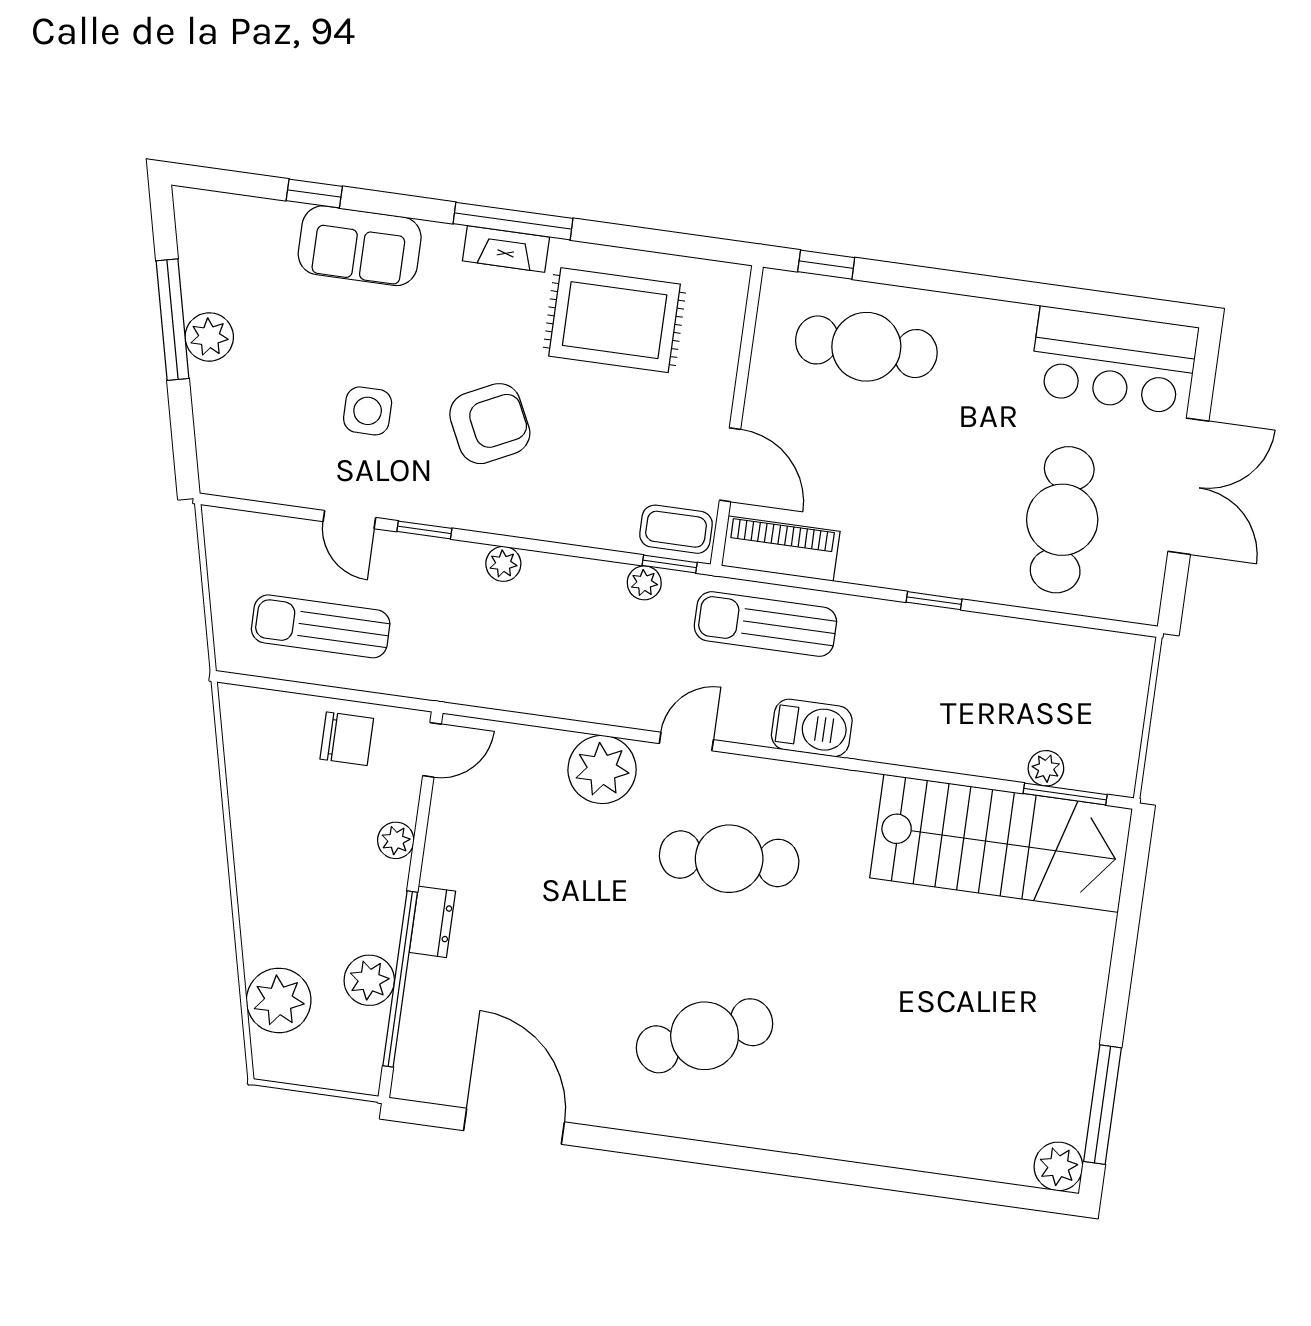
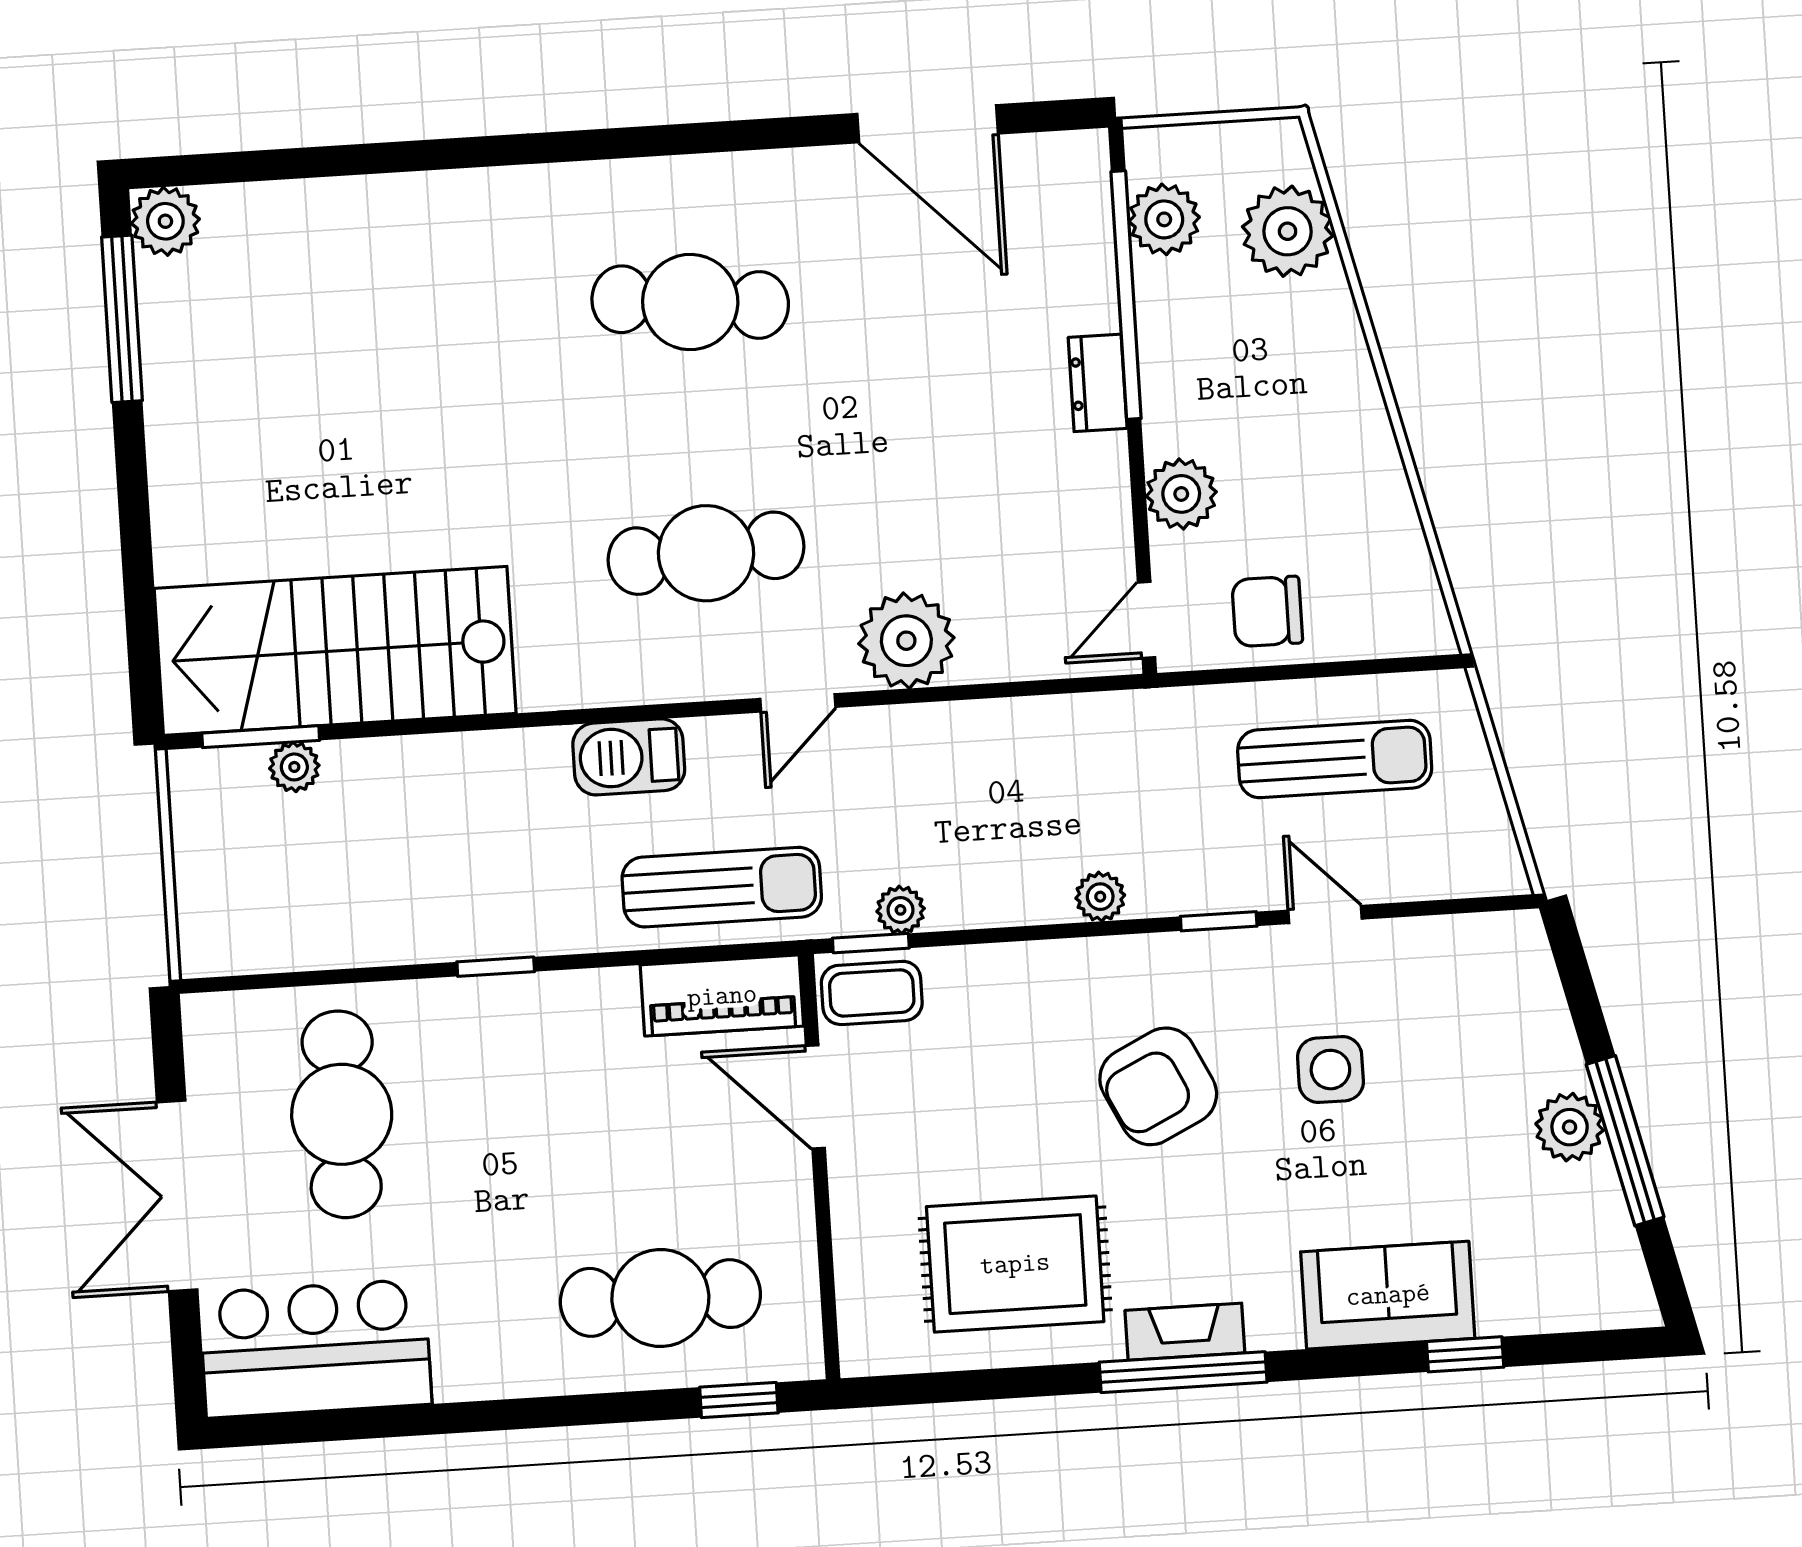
plant: (396, 840) -> (1181, 494), width x1.38, depth x1.38
plant: (369, 980) -> (1164, 219), moved
cafe table: (705, 1036) -> (690, 302), turned 30

